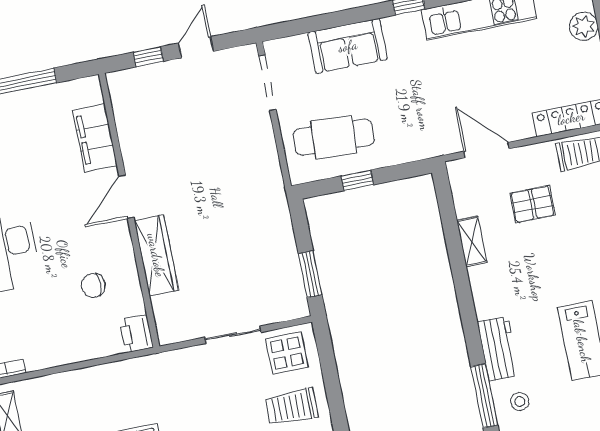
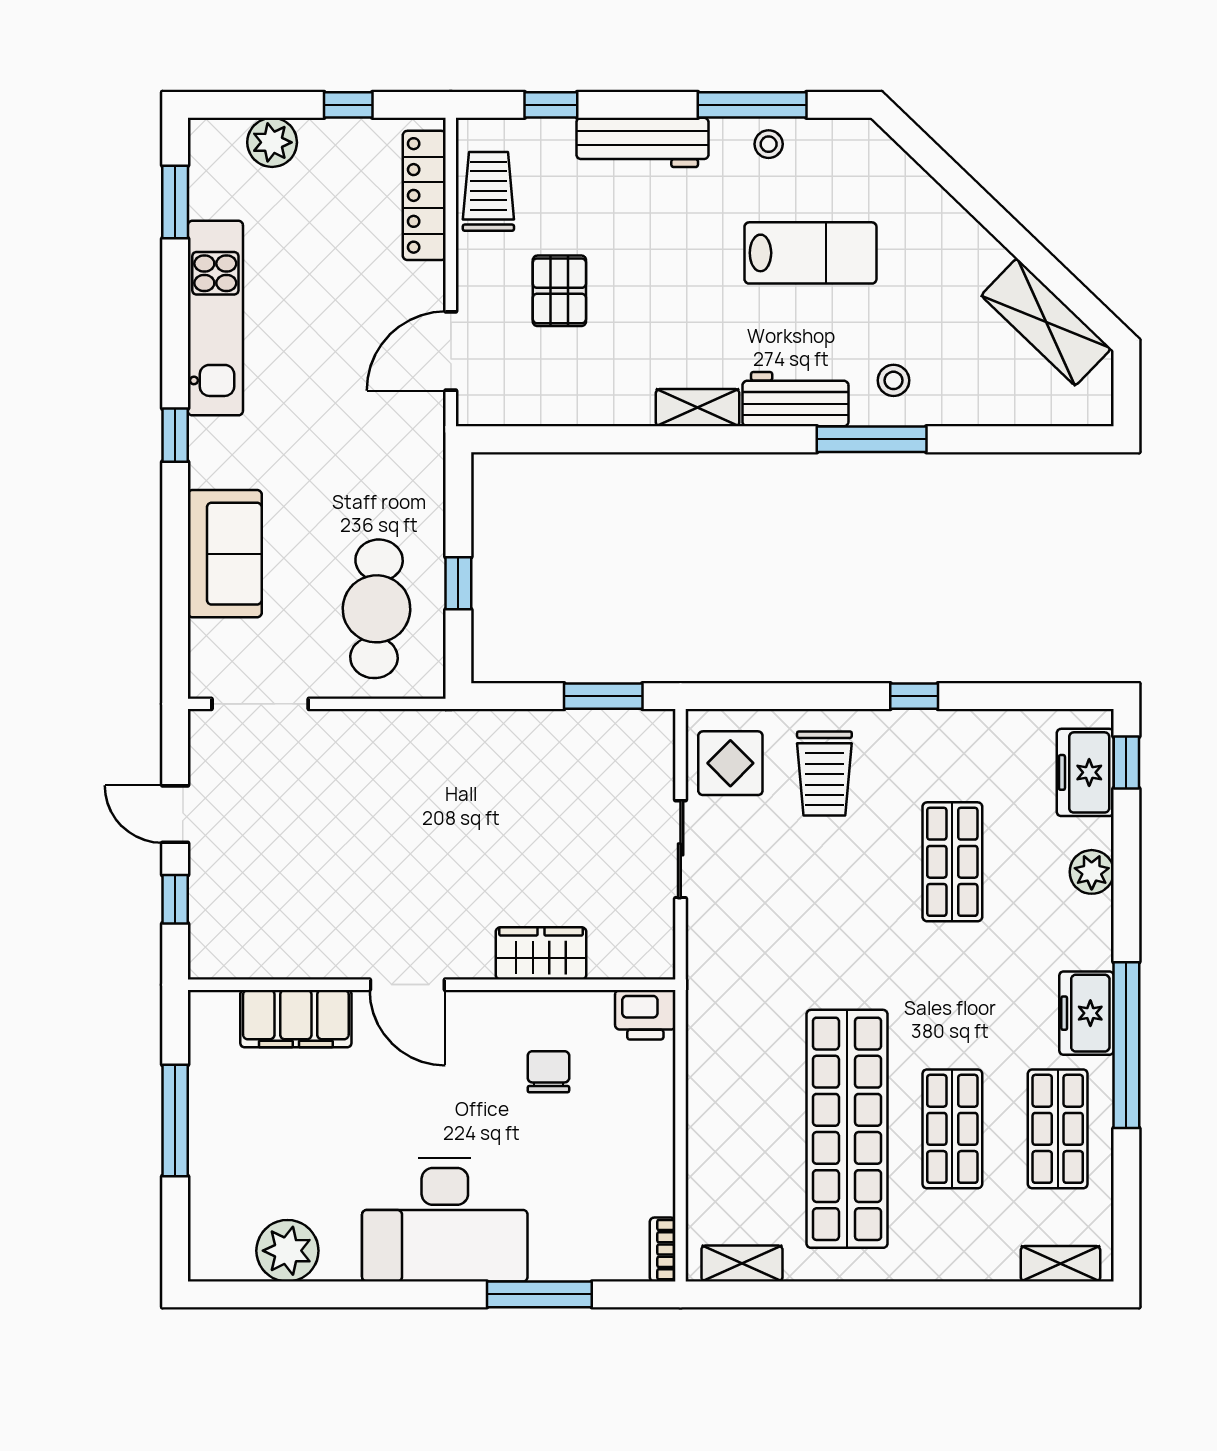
shelving: (472, 241) -> (698, 408), moved
wardrobe: (156, 255) -> (541, 953), width x0.67
chair: (93, 286) -> (548, 1072), turned 180

